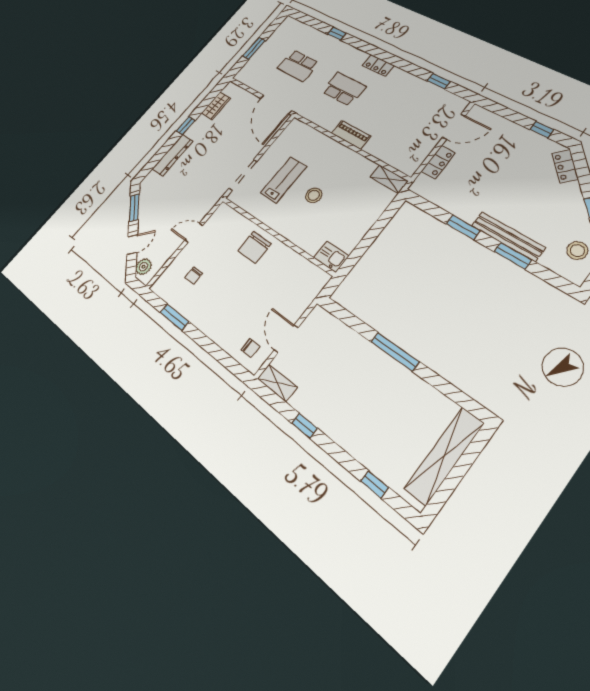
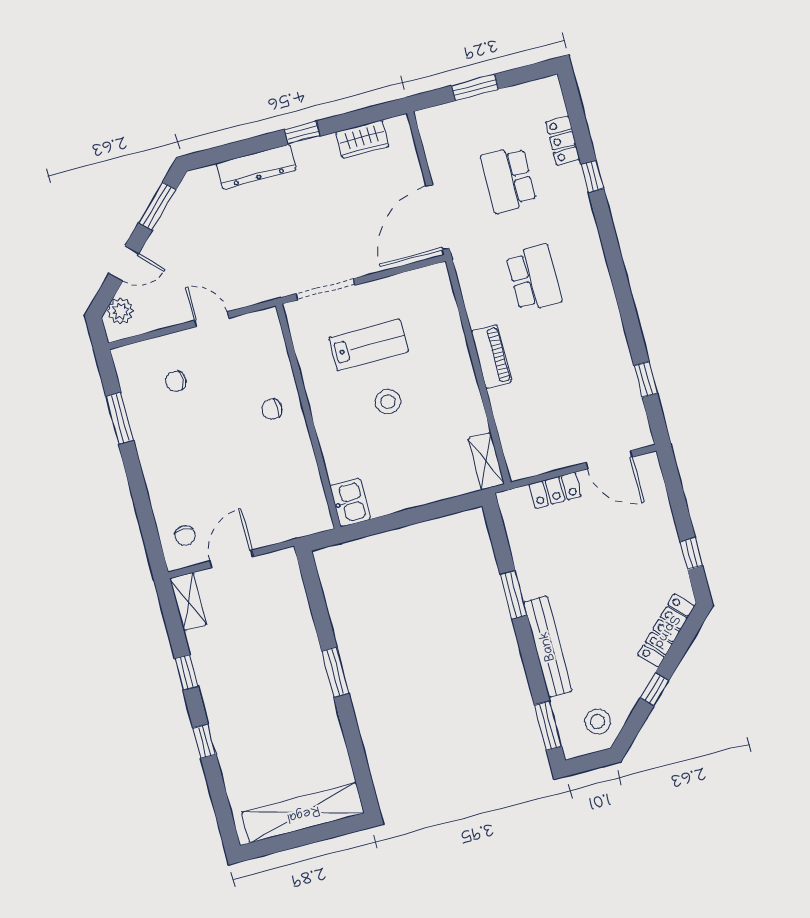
locker: (378, 65) -> (563, 141), moved
locker: (565, 166) -> (666, 631), width x1.53
chair: (254, 247) -> (272, 409), width x0.54, depth x0.54
window: (513, 256) -> (548, 726), moved
window: (395, 352) -> (335, 672), width x0.69
window: (375, 484) -> (204, 741), moved

